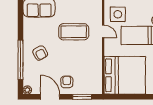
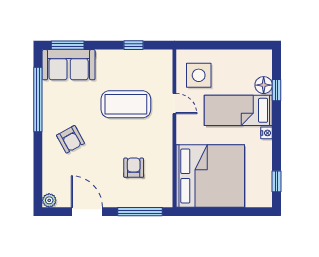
window: (20, 60) -> (38, 99), moved
armchair: (67, 82) -> (134, 168), moved
window: (82, 97) -> (140, 212), width x1.44

